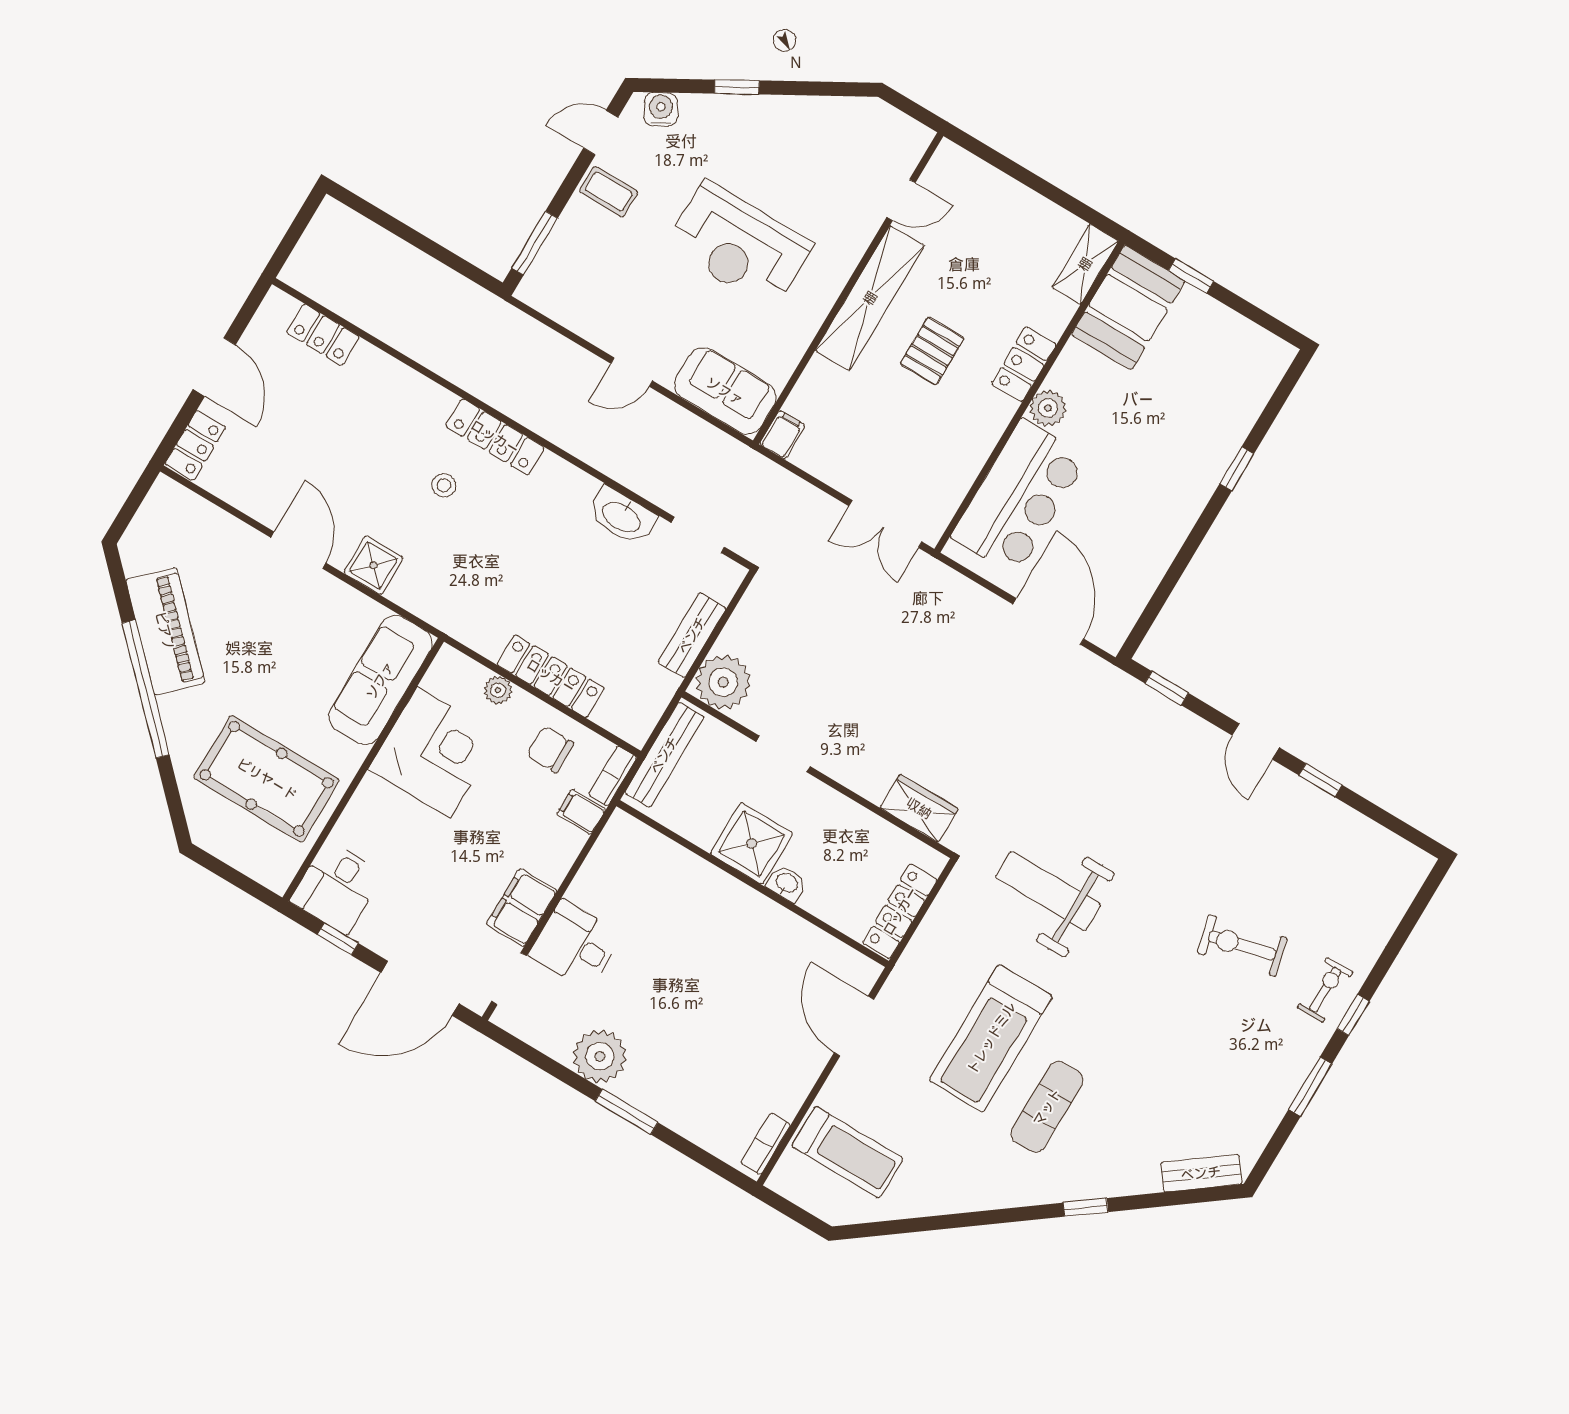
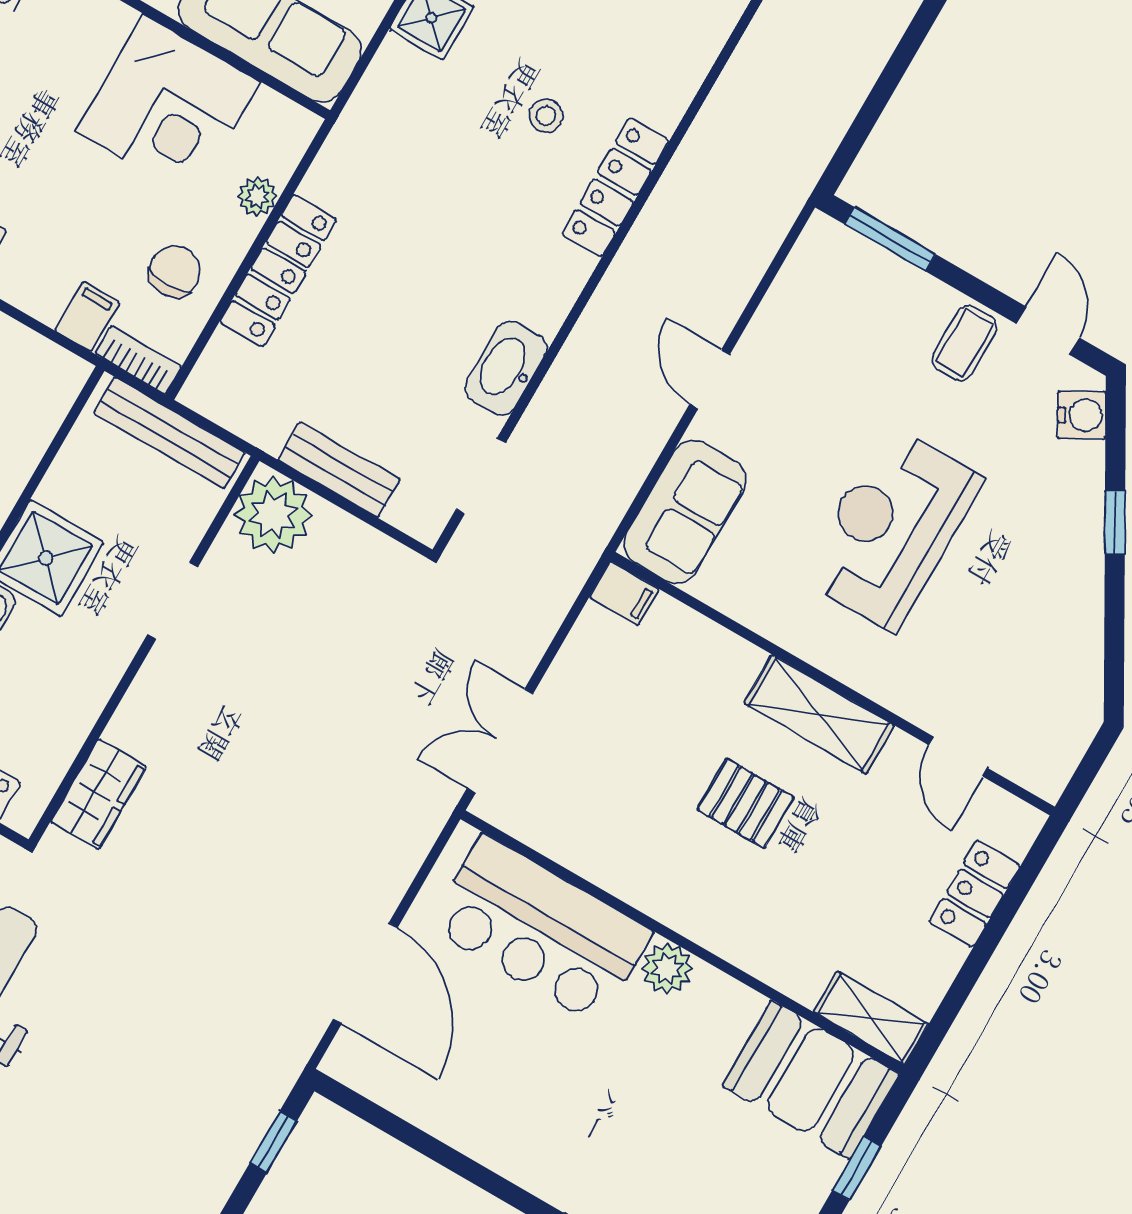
shelving: (870, 298) -> (819, 714), width x0.68
locker: (1024, 364) -> (975, 894), moved, turned -90
door: (1048, 621) -> (365, 973), hinge flipped

